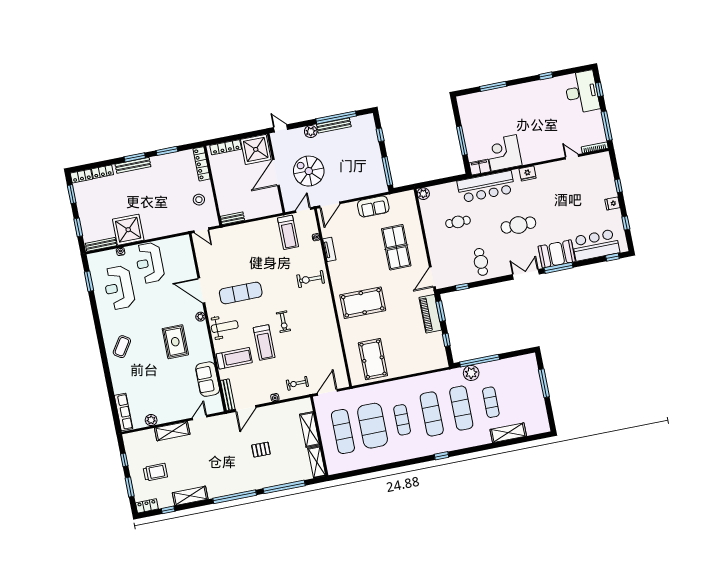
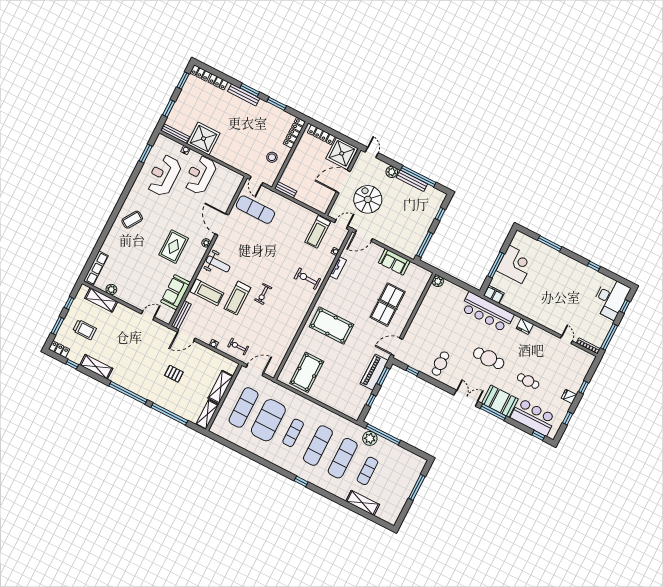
corner desk: (504, 153) -> (515, 264), moved, turned 90
cafe table: (458, 222) -> (528, 381), moved
exercise mat: (241, 293) -> (255, 210), moved
shelving: (172, 431) -> (101, 300), moved

